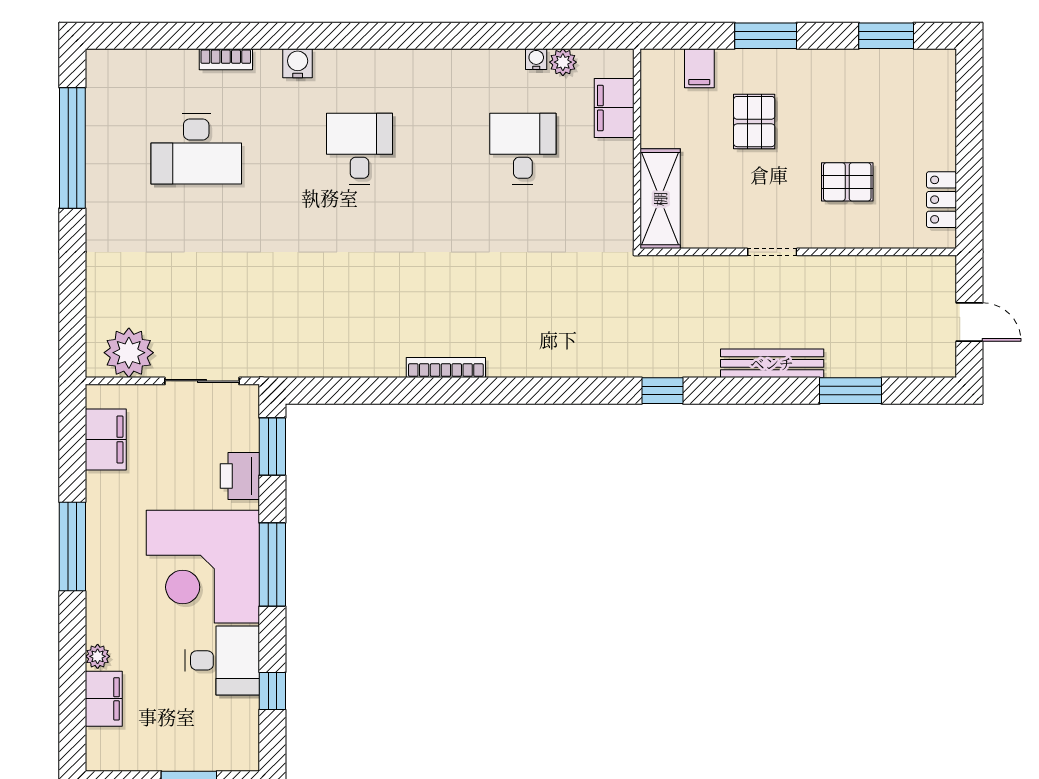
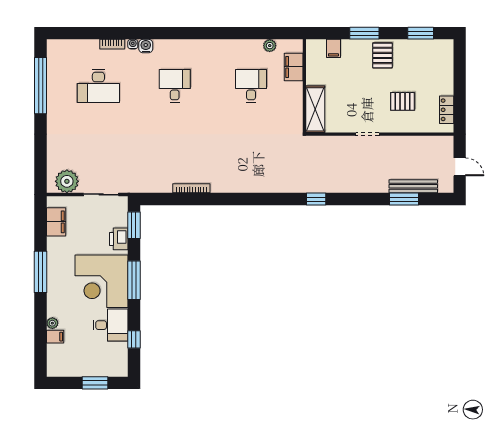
water cooler: (536, 59) -> (133, 44), moved
pallet: (754, 122) -> (382, 55), moved
bench: (772, 363) -> (413, 186), moved
bookcase: (446, 368) -> (191, 188), moved
filing cabinet: (104, 699) -> (55, 337), width x0.50

